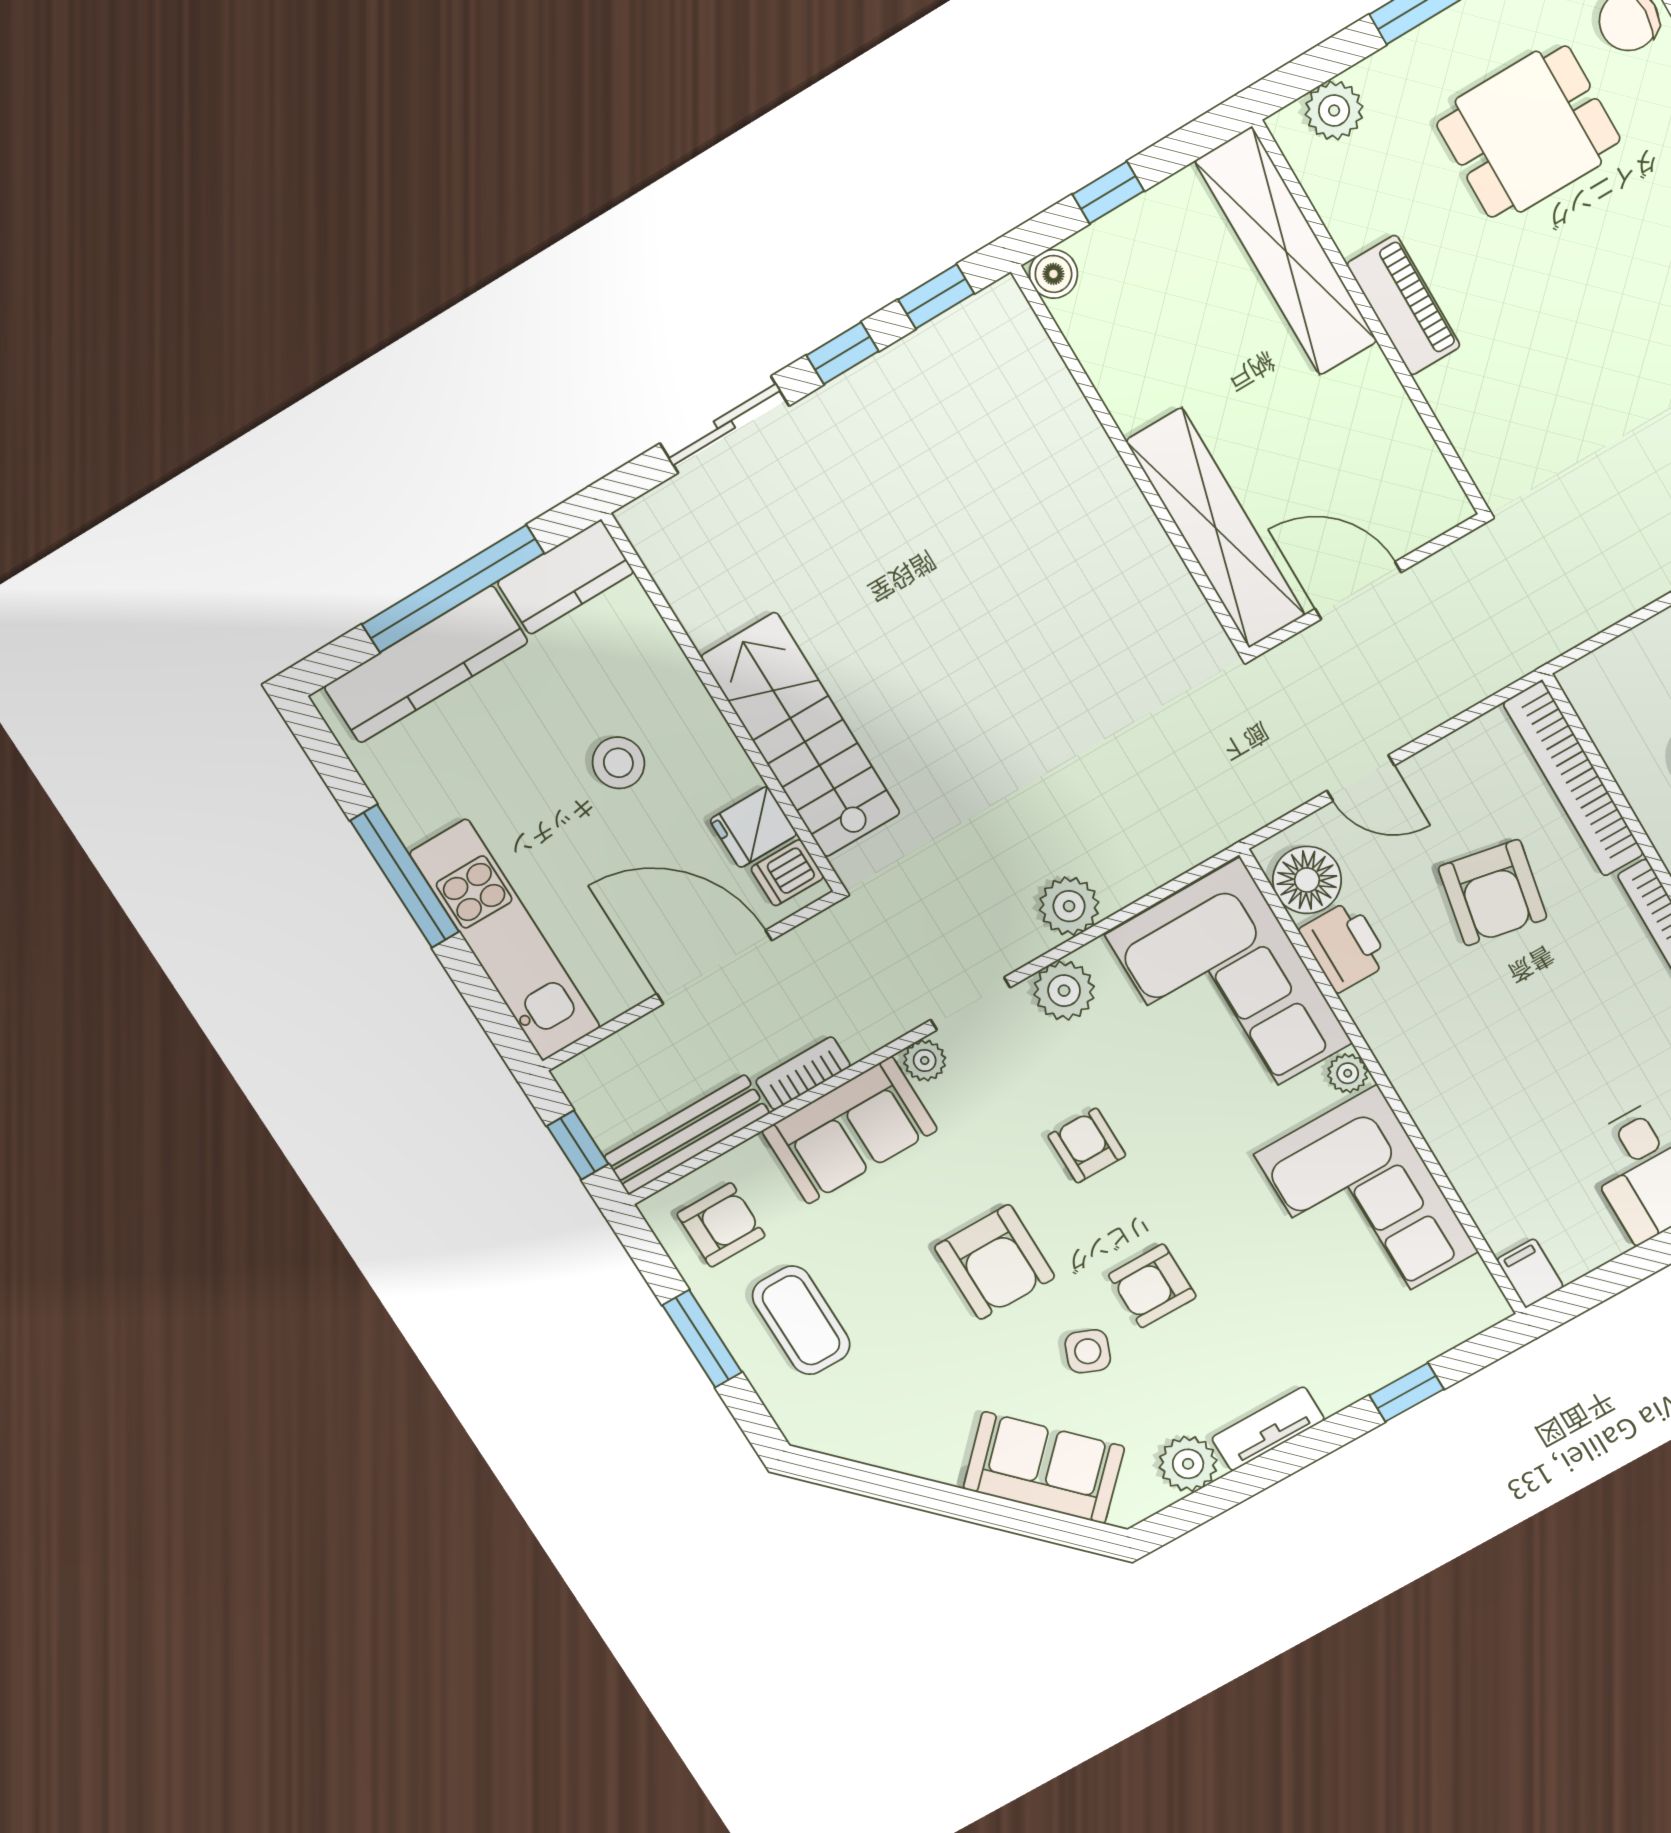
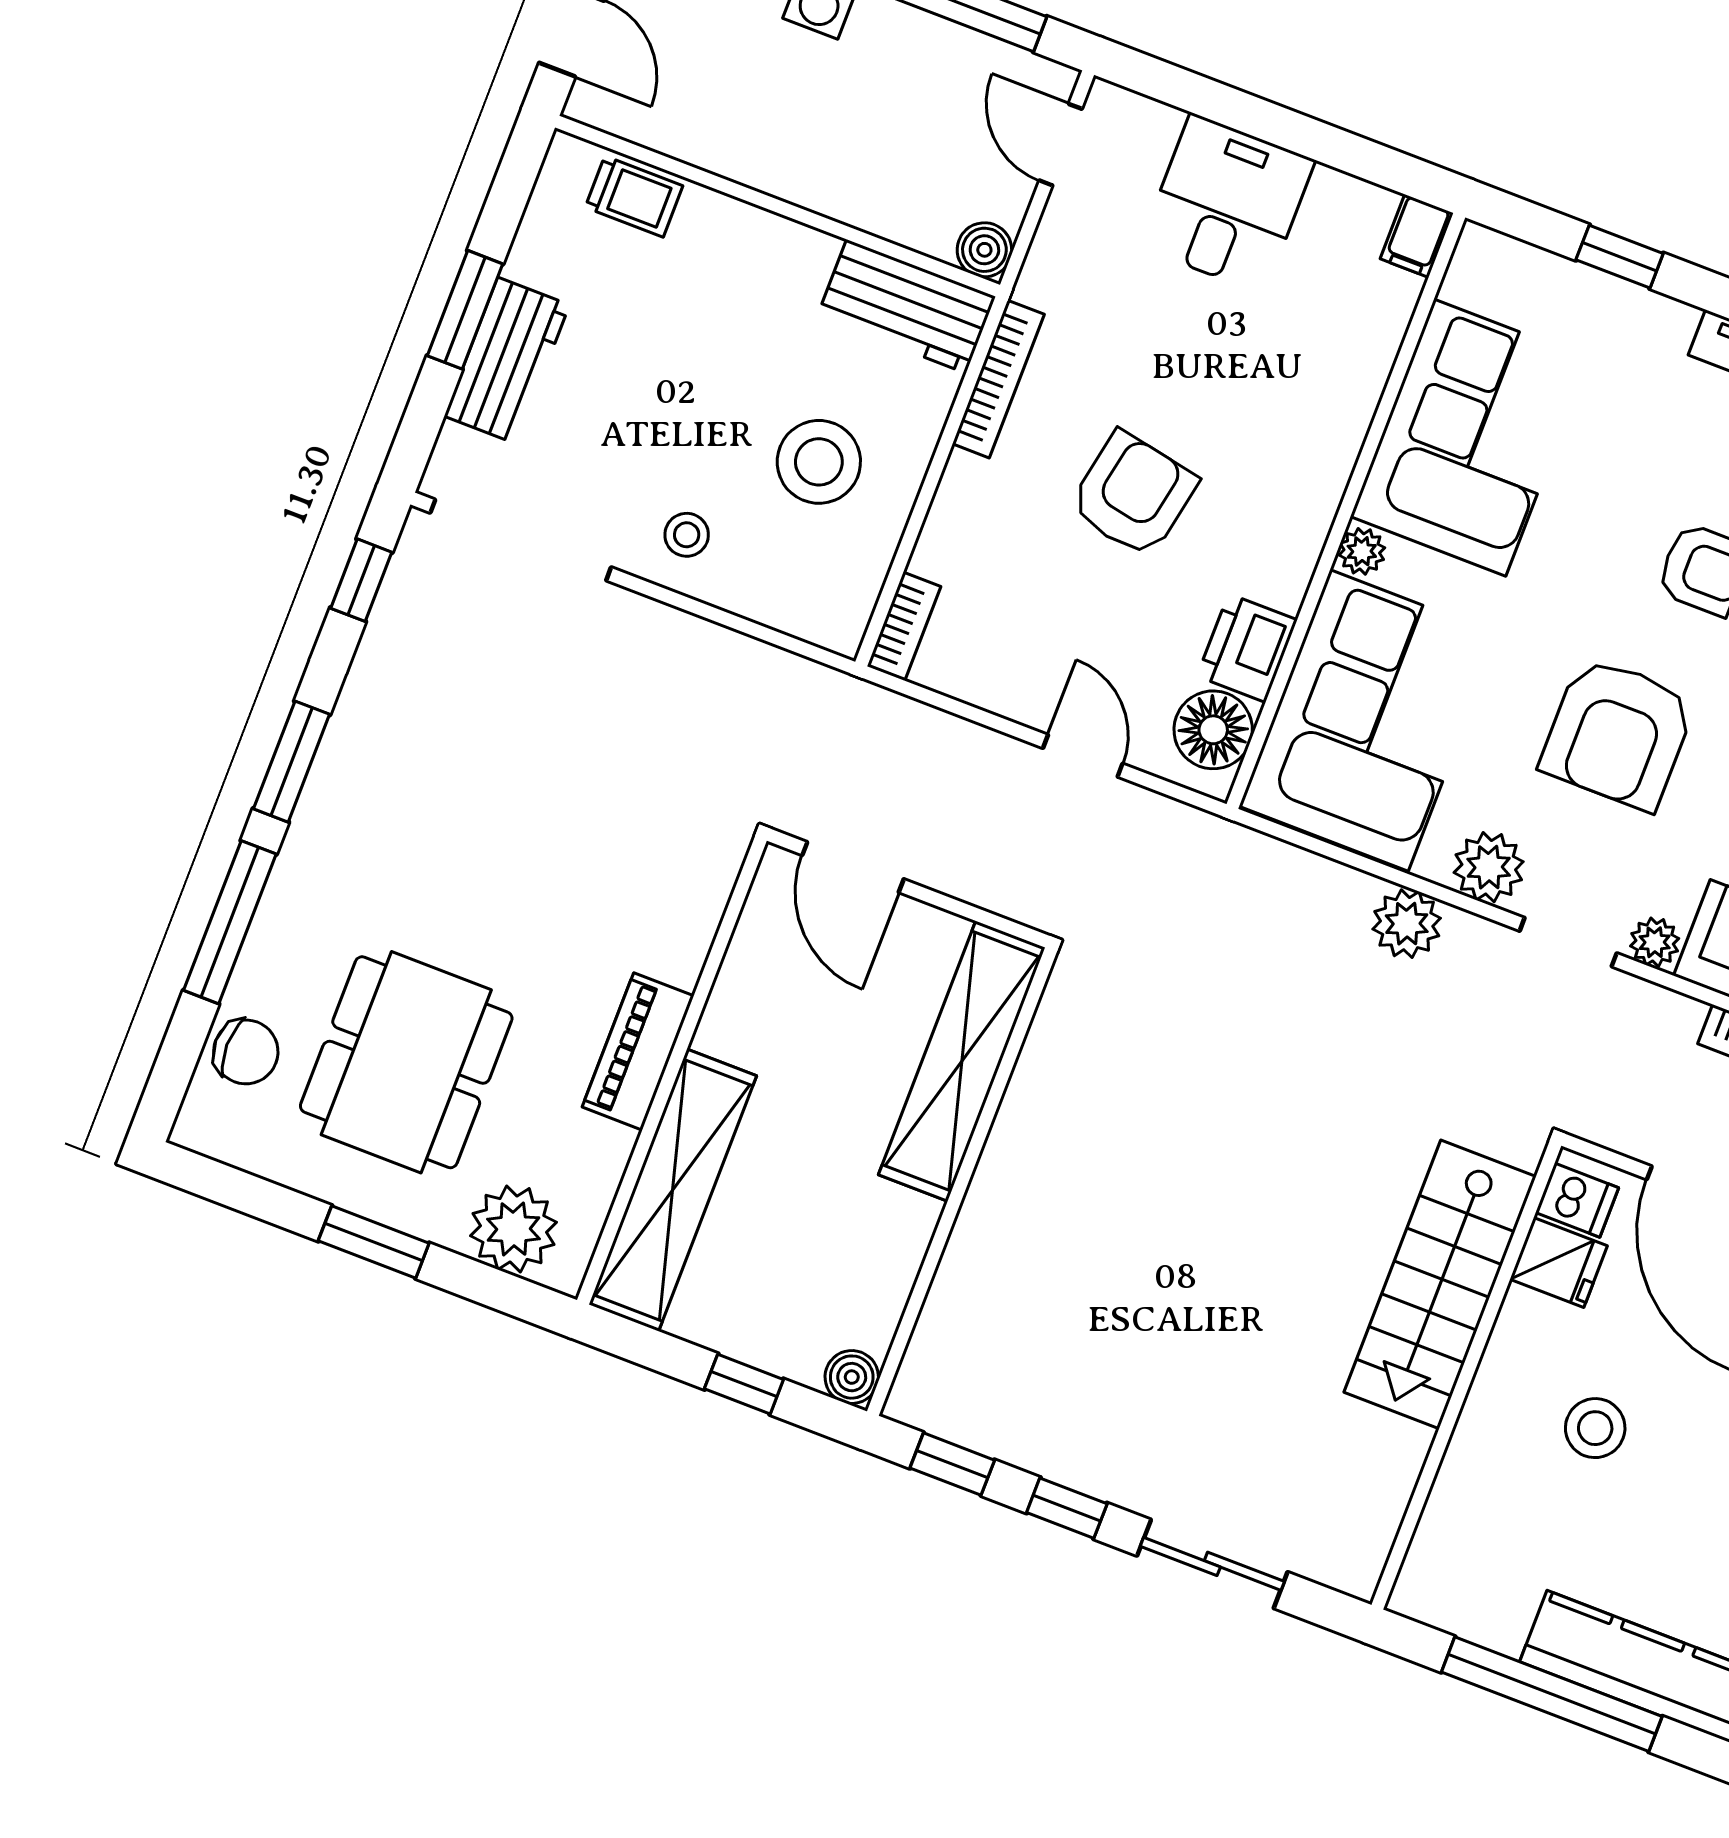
plant: (1334, 110) -> (513, 1229), width x1.36, depth x1.36
dining table: (1528, 132) -> (406, 1062), width x1.38
kitchen counter: (565, 577) -> (1462, 1602), removed
door: (1358, 591) -> (853, 867), moved
bookcase: (1573, 779) -> (904, 626), width x0.43, depth x0.76
armchair: (1493, 893) -> (1133, 494), moved
armchair: (1087, 1146) -> (1618, 733), width x1.88, depth x1.88

